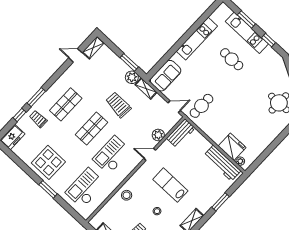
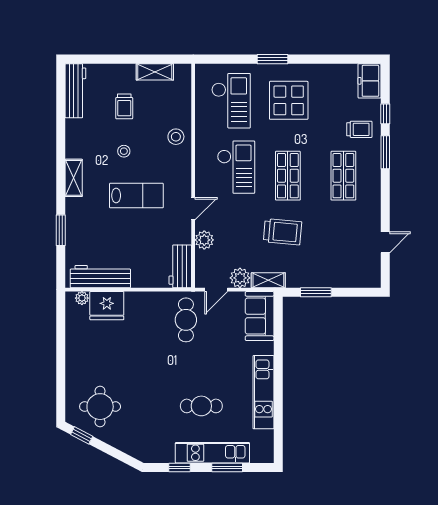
shelving: (93, 48) -> (373, 270), removed
plant: (132, 77) -> (240, 278), moved
display table: (48, 162) -> (289, 100), moved

